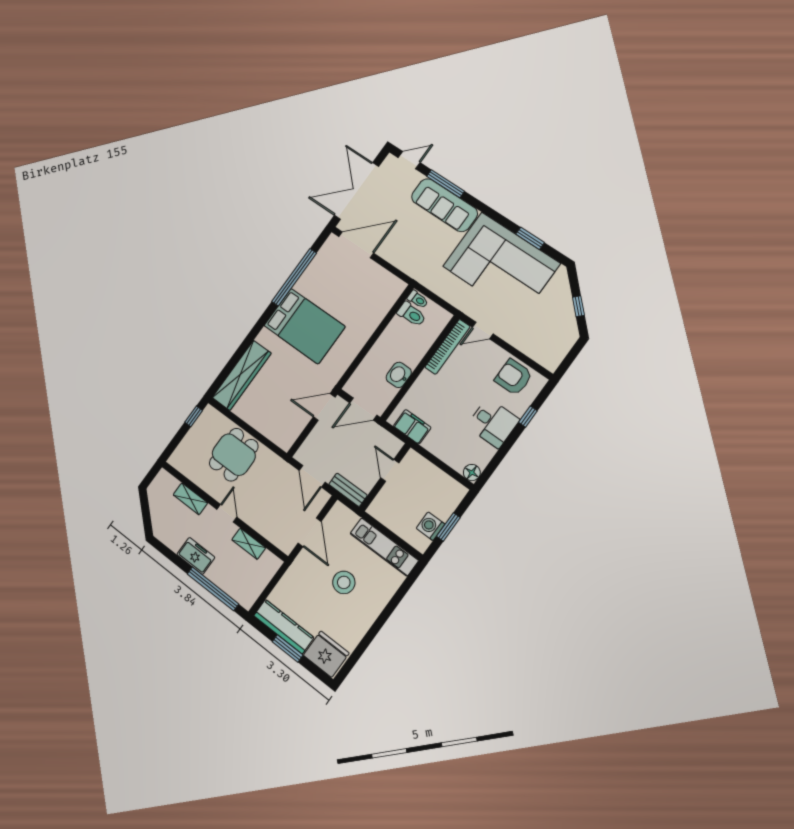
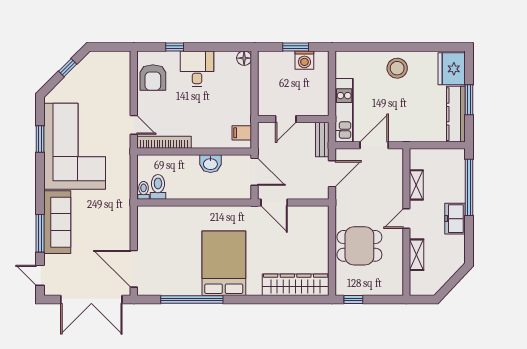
filing cabinet: (412, 427) -> (242, 133), width x0.50
kitchen unit: (384, 547) -> (344, 110), moved
stool: (344, 582) -> (397, 68), moved

